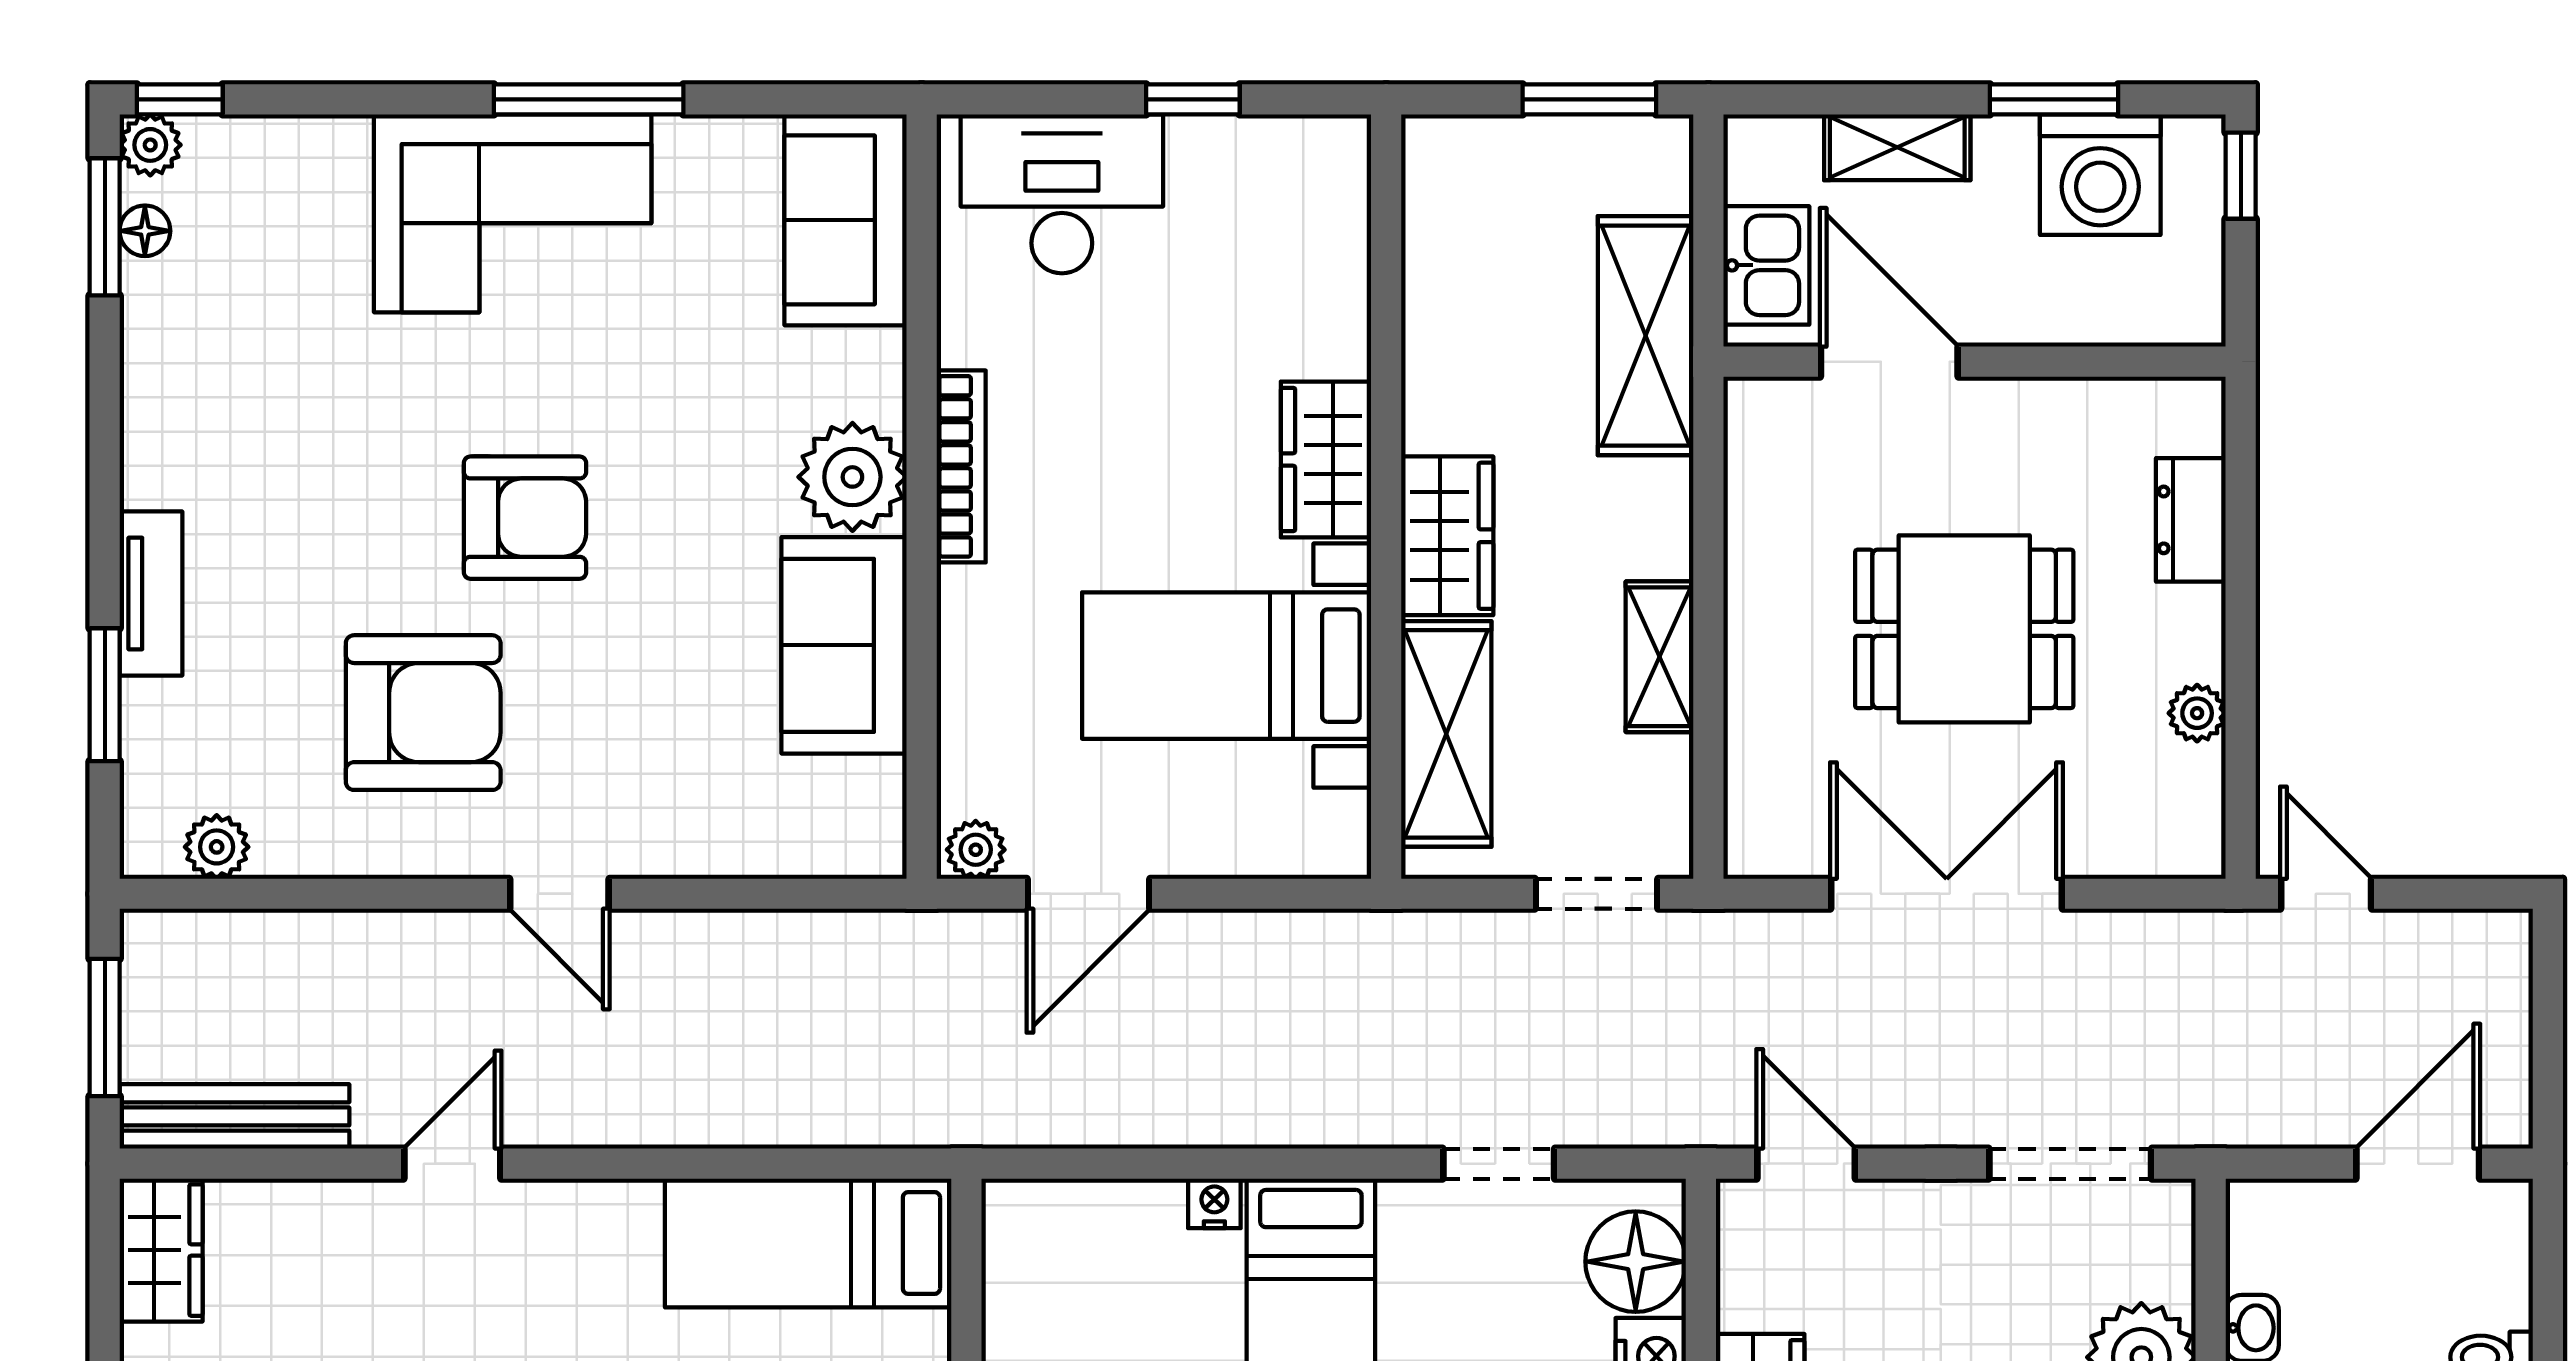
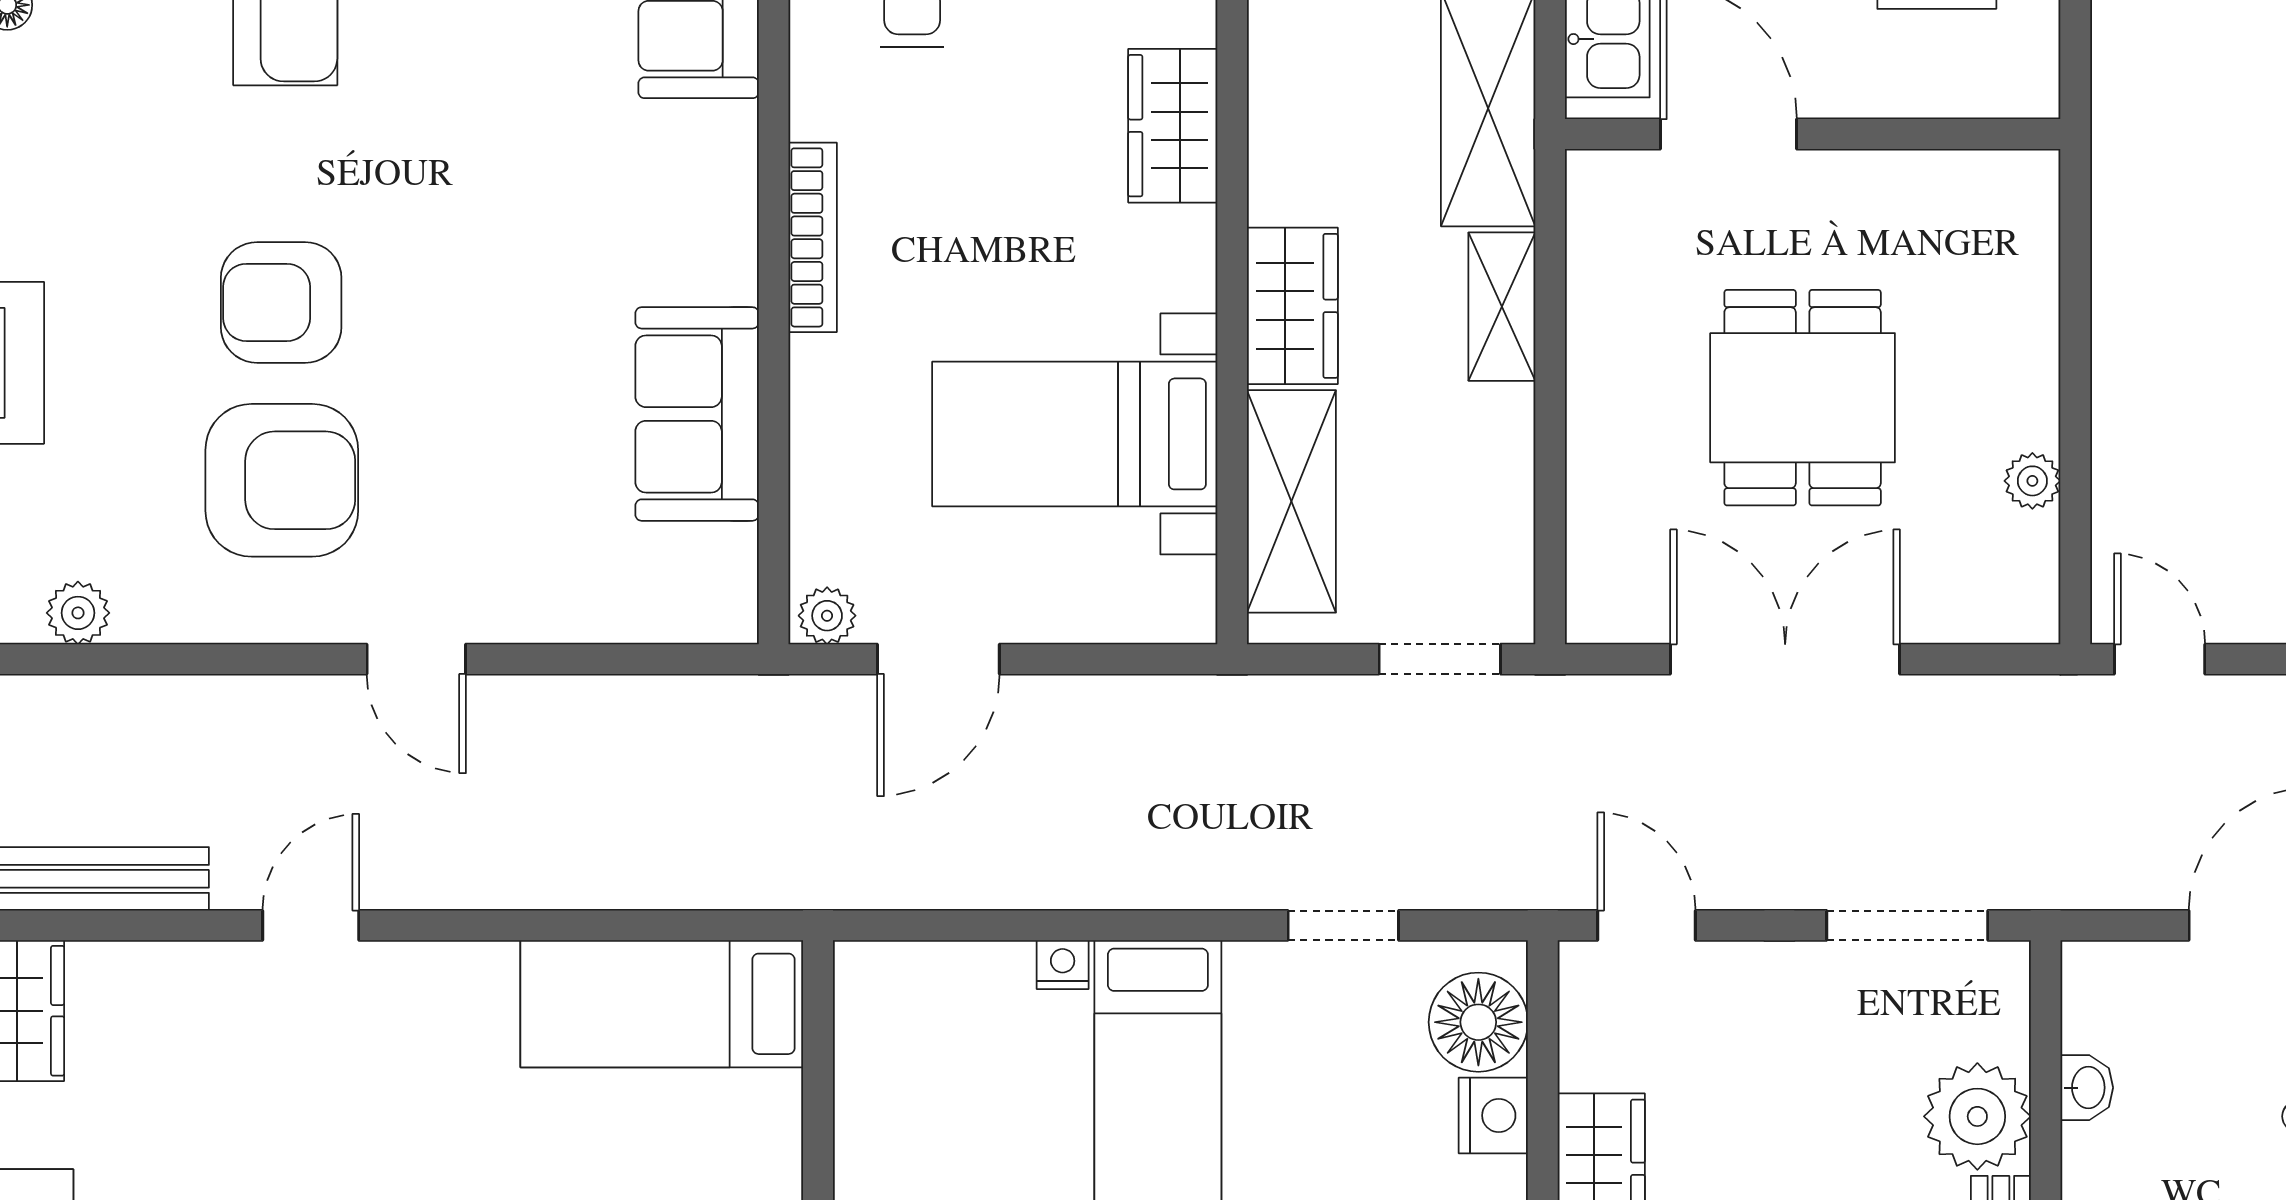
wardrobe: (1326, 460) -> (1173, 126), moved
plant: (852, 477) -> (705, 248), removed
armchair: (525, 518) -> (281, 302), moved, turned 180
dresser: (2191, 520) -> (2026, 290), removed
dining table: (1964, 629) -> (1803, 398), turned 90
shelving: (1660, 657) -> (1502, 307), moved

